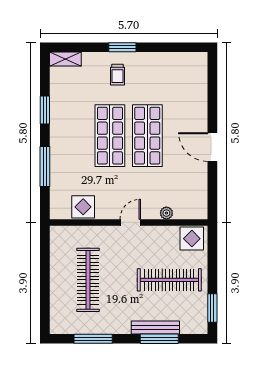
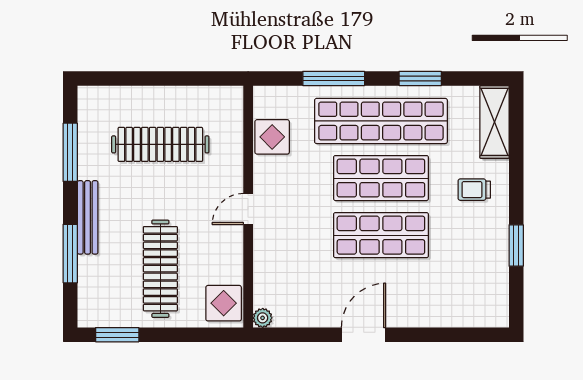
window: (122, 47) -> (516, 246), moved
shelving: (65, 59) -> (494, 122), width x1.50, depth x1.33
shop shelf: (73, 136) -> (381, 121), added
plant: (166, 213) -> (263, 318), moved
door: (130, 222) -> (248, 209), swing flipped
bench: (155, 327) -> (88, 217), moved

